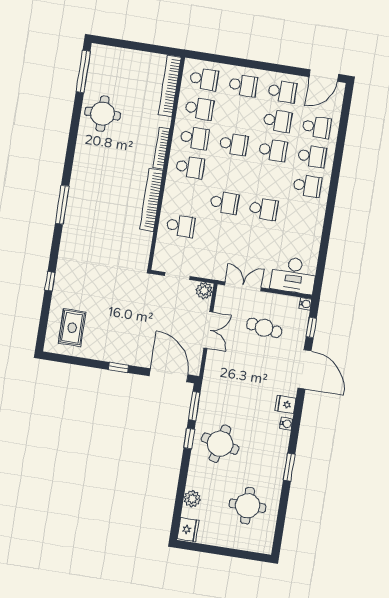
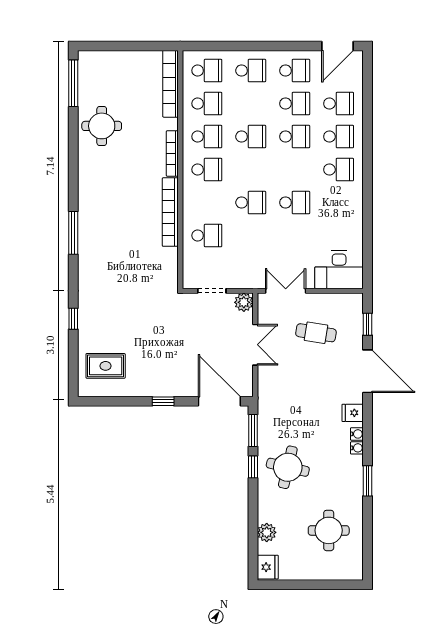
water cooler: (305, 304) -> (357, 448), moved
rug: (72, 328) -> (106, 366), turned 90

